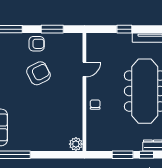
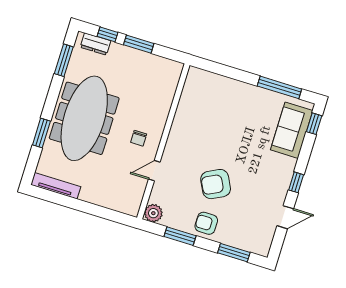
window: (124, 29) -> (86, 207), removed
chair: (95, 105) -> (139, 138), moved
plant: (76, 144) -> (153, 213), moved

